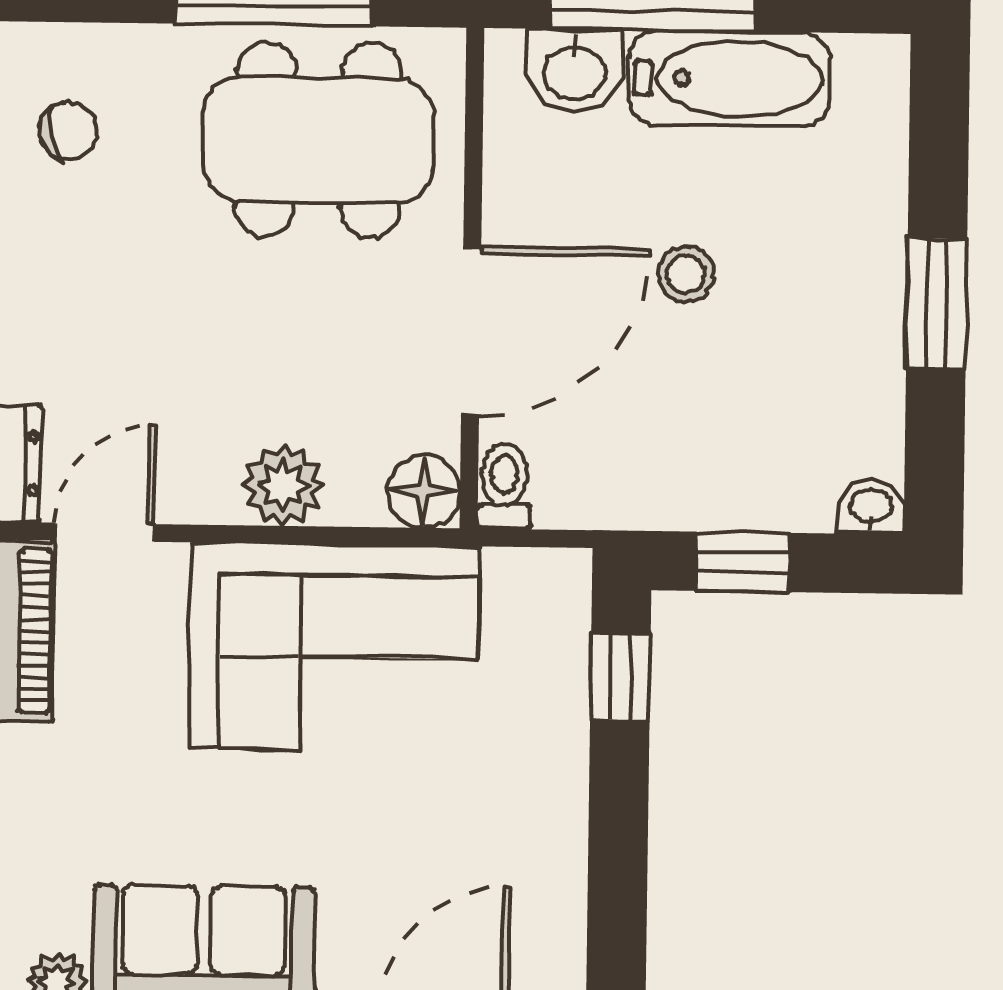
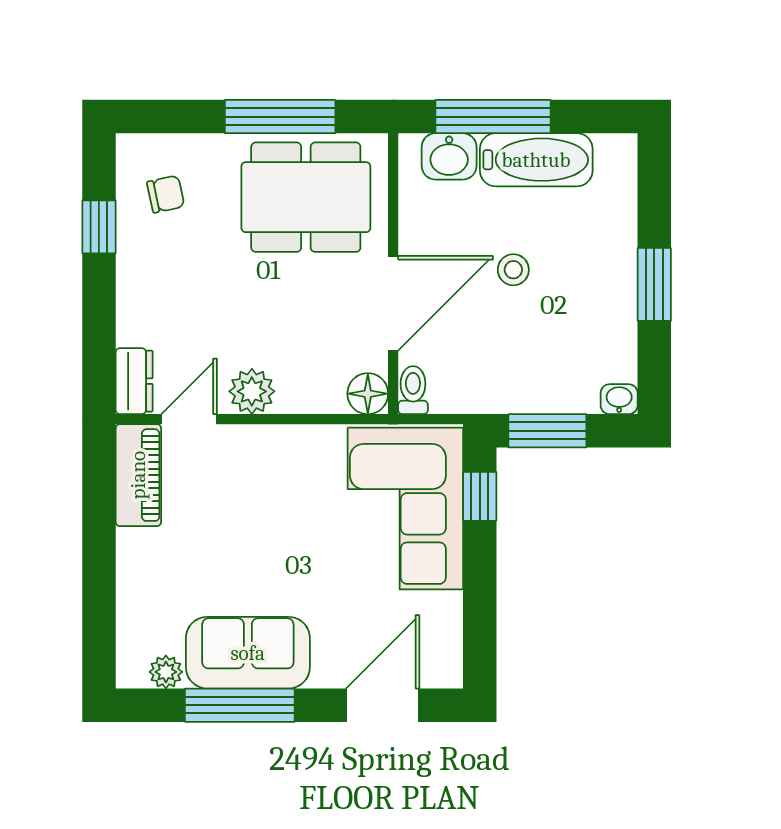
plant: (283, 485) -> (252, 391), moved
window: (743, 562) -> (547, 431), width x1.50
corner sofa: (335, 647) -> (405, 509), moved, turned 90

